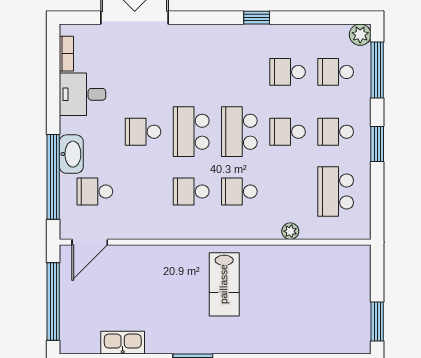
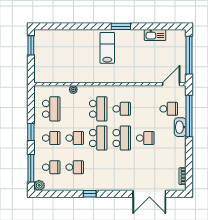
desk: (83, 94) -> (175, 156), removed
school desk: (239, 192) -> (98, 109), width x1.85
lab bench: (224, 284) -> (107, 48), moved

